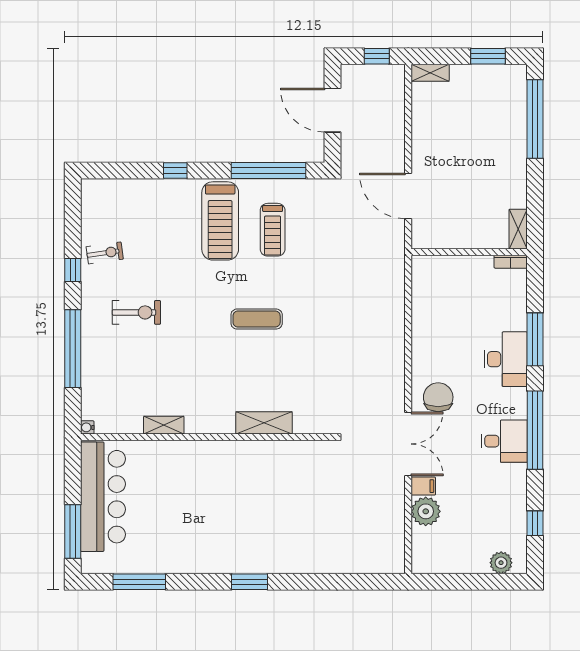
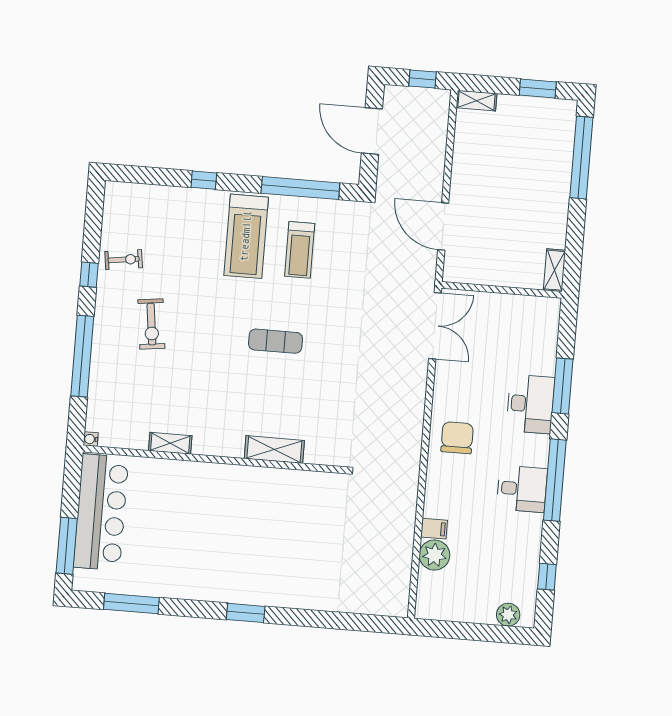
bookcase: (511, 262) -> (544, 303), removed
exercise bike: (136, 312) -> (151, 324), turned 83
double door: (408, 444) -> (435, 326), moved

